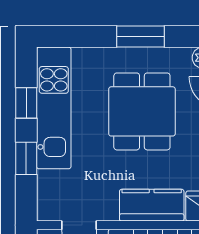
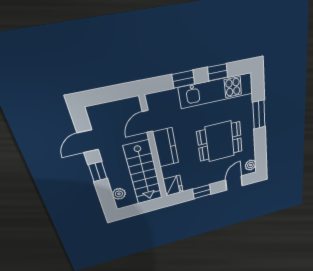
window: (140, 37) -> (259, 115), moved
kitchen counter: (152, 205) -> (166, 147), moved

